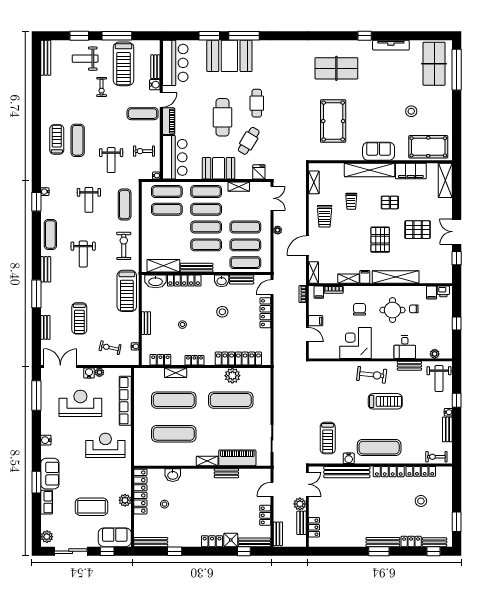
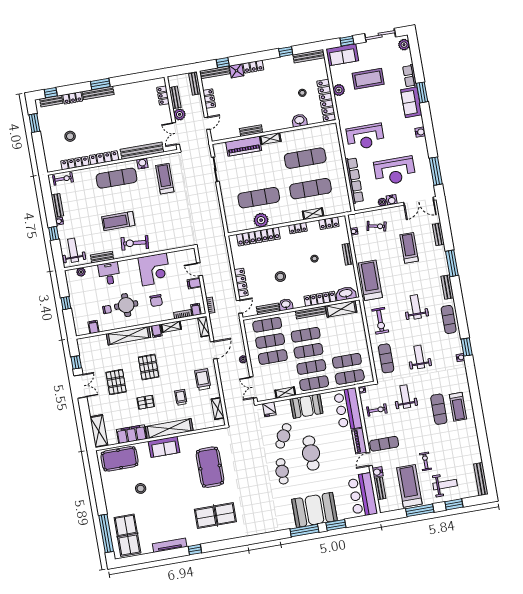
pallet: (418, 230) -> (116, 382), turned 90
printer: (443, 291) -> (83, 330), removed

